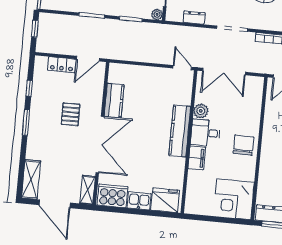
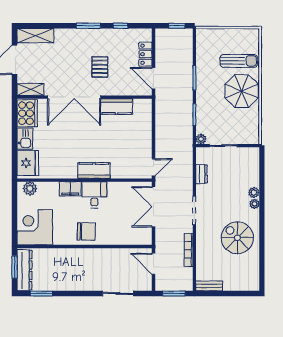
plant: (201, 111) -> (30, 188), moved
pallet: (71, 114) -> (100, 67), turned 90
kitchen counter: (180, 131) -> (94, 171), width x0.67

